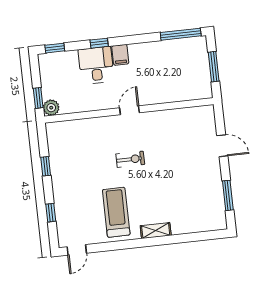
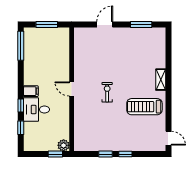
window: (55, 48) -> (21, 128), moved
window: (51, 213) -> (125, 154), moved

